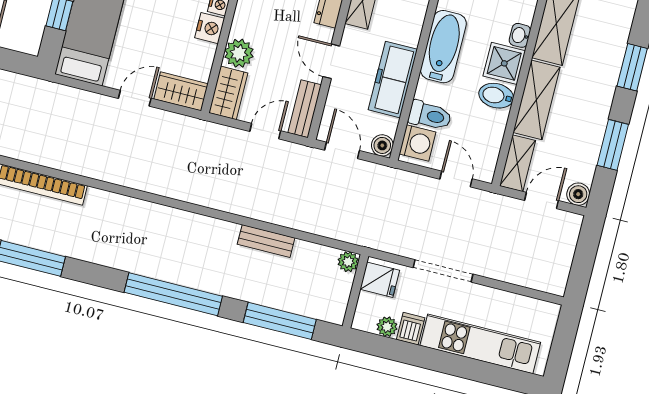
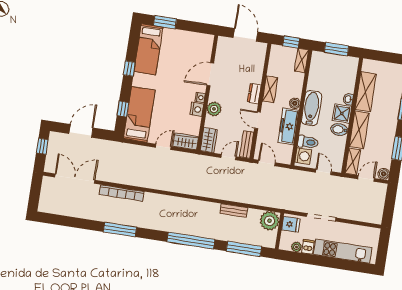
plant: (239, 53) -> (214, 109), moved
boiler: (382, 145) -> (295, 103), moved
plant: (348, 262) -> (270, 221), width x1.88, depth x1.88

